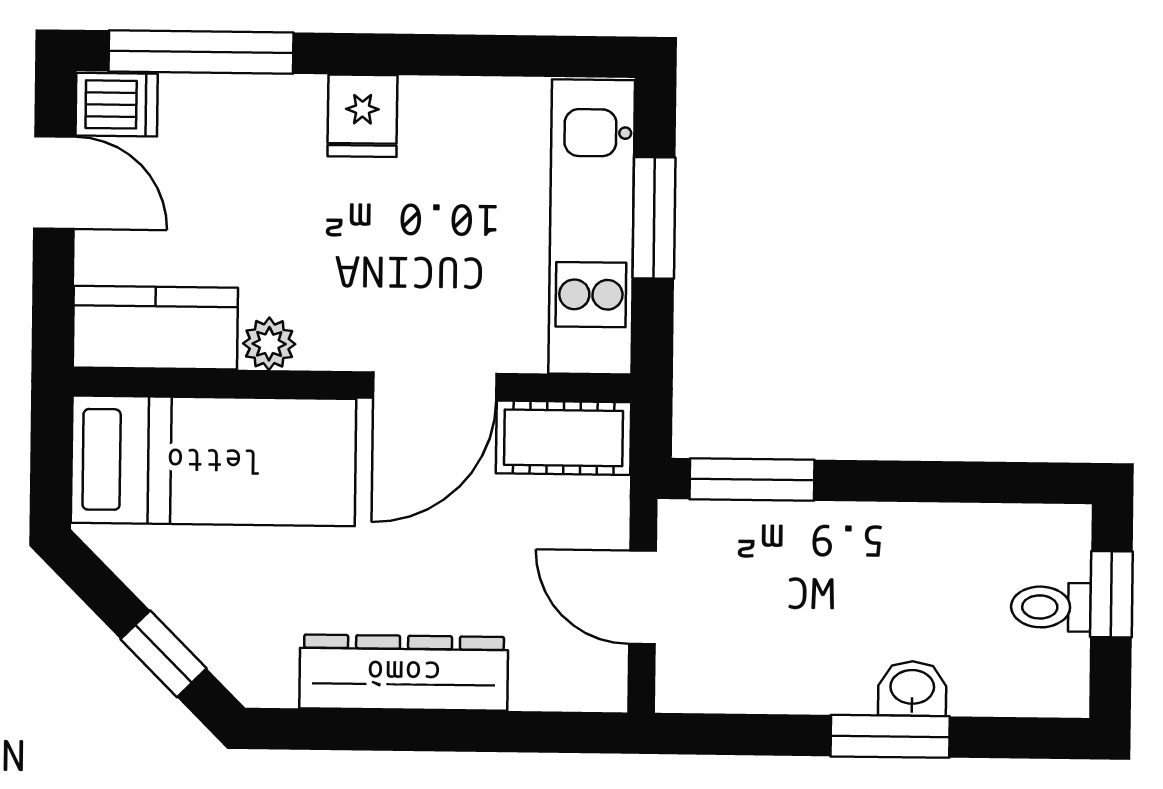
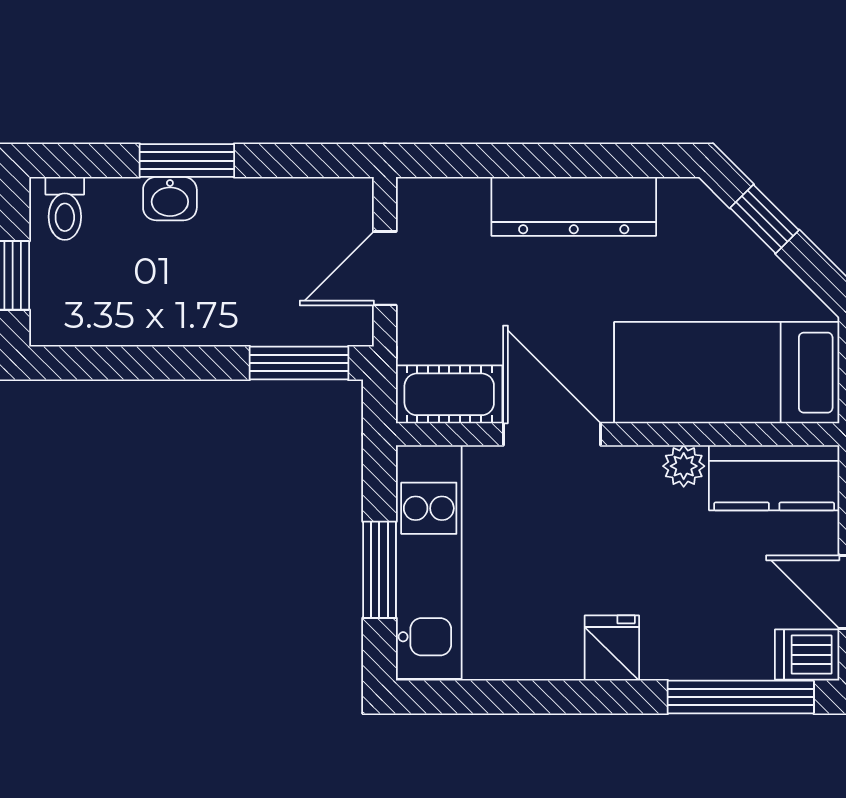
door: (435, 386) -> (552, 434), hinge flipped
door: (642, 597) -> (385, 268), swing flipped
toilet: (1051, 607) -> (65, 208), moved, turned 90

